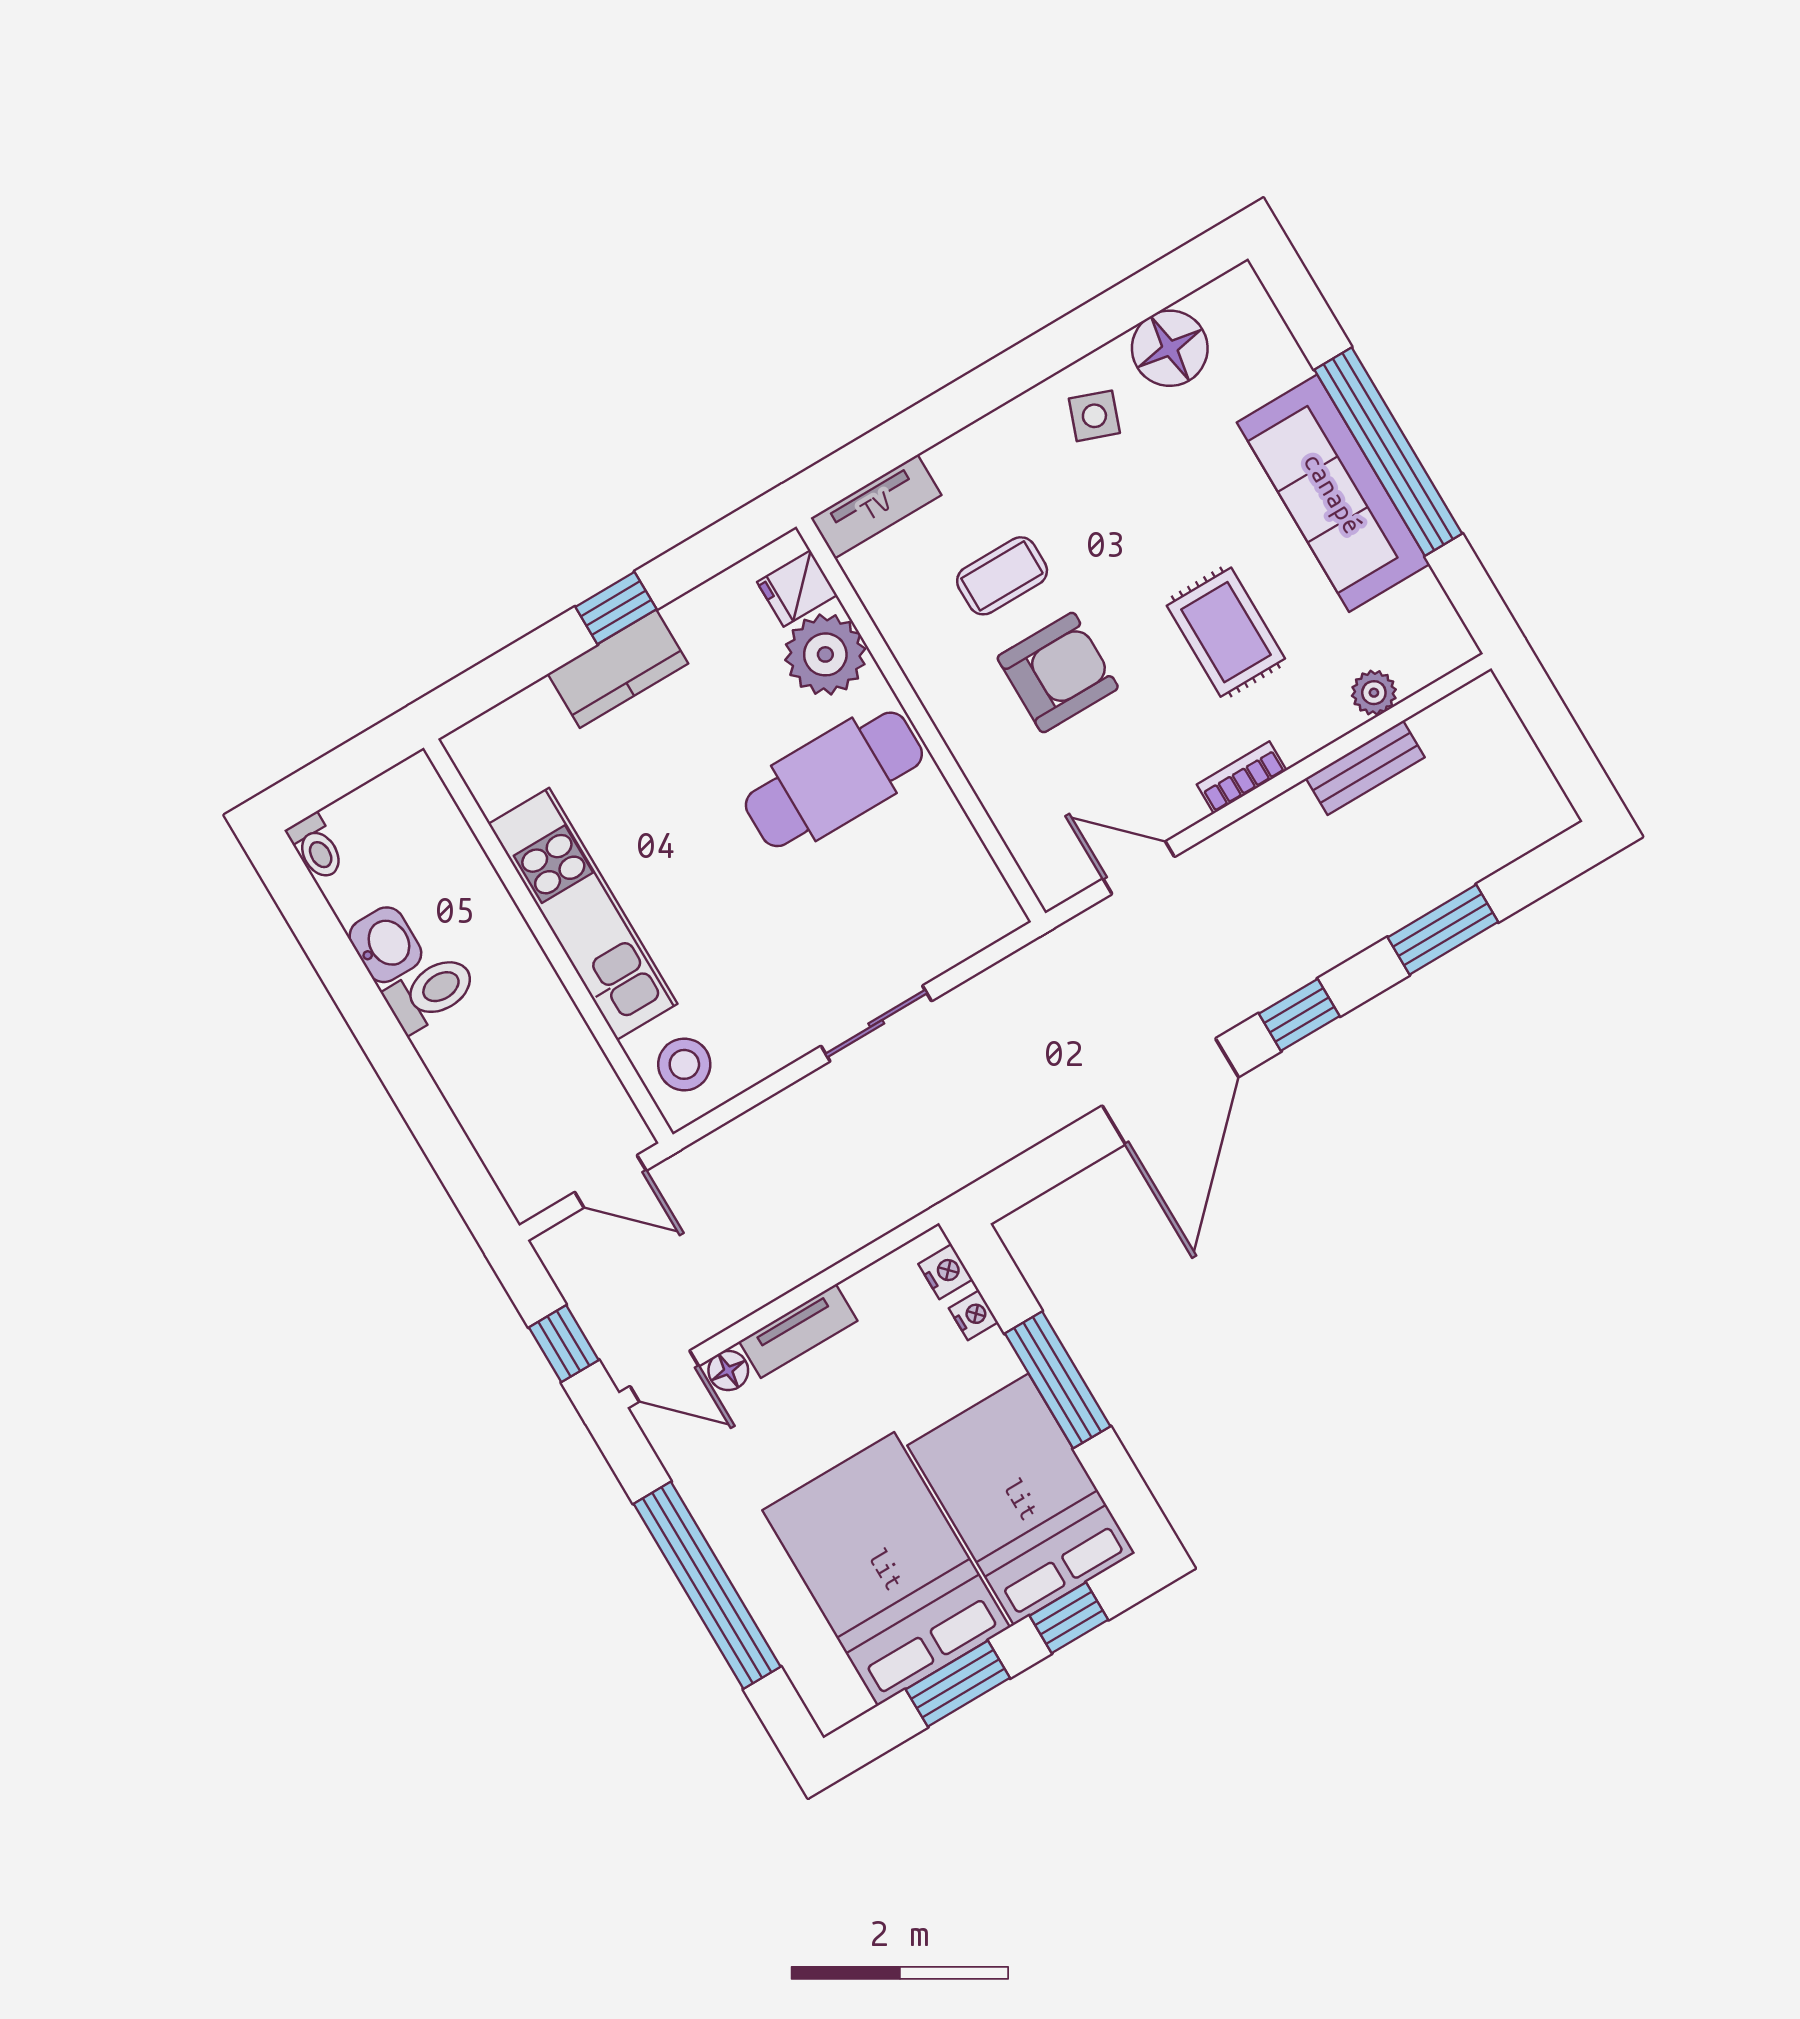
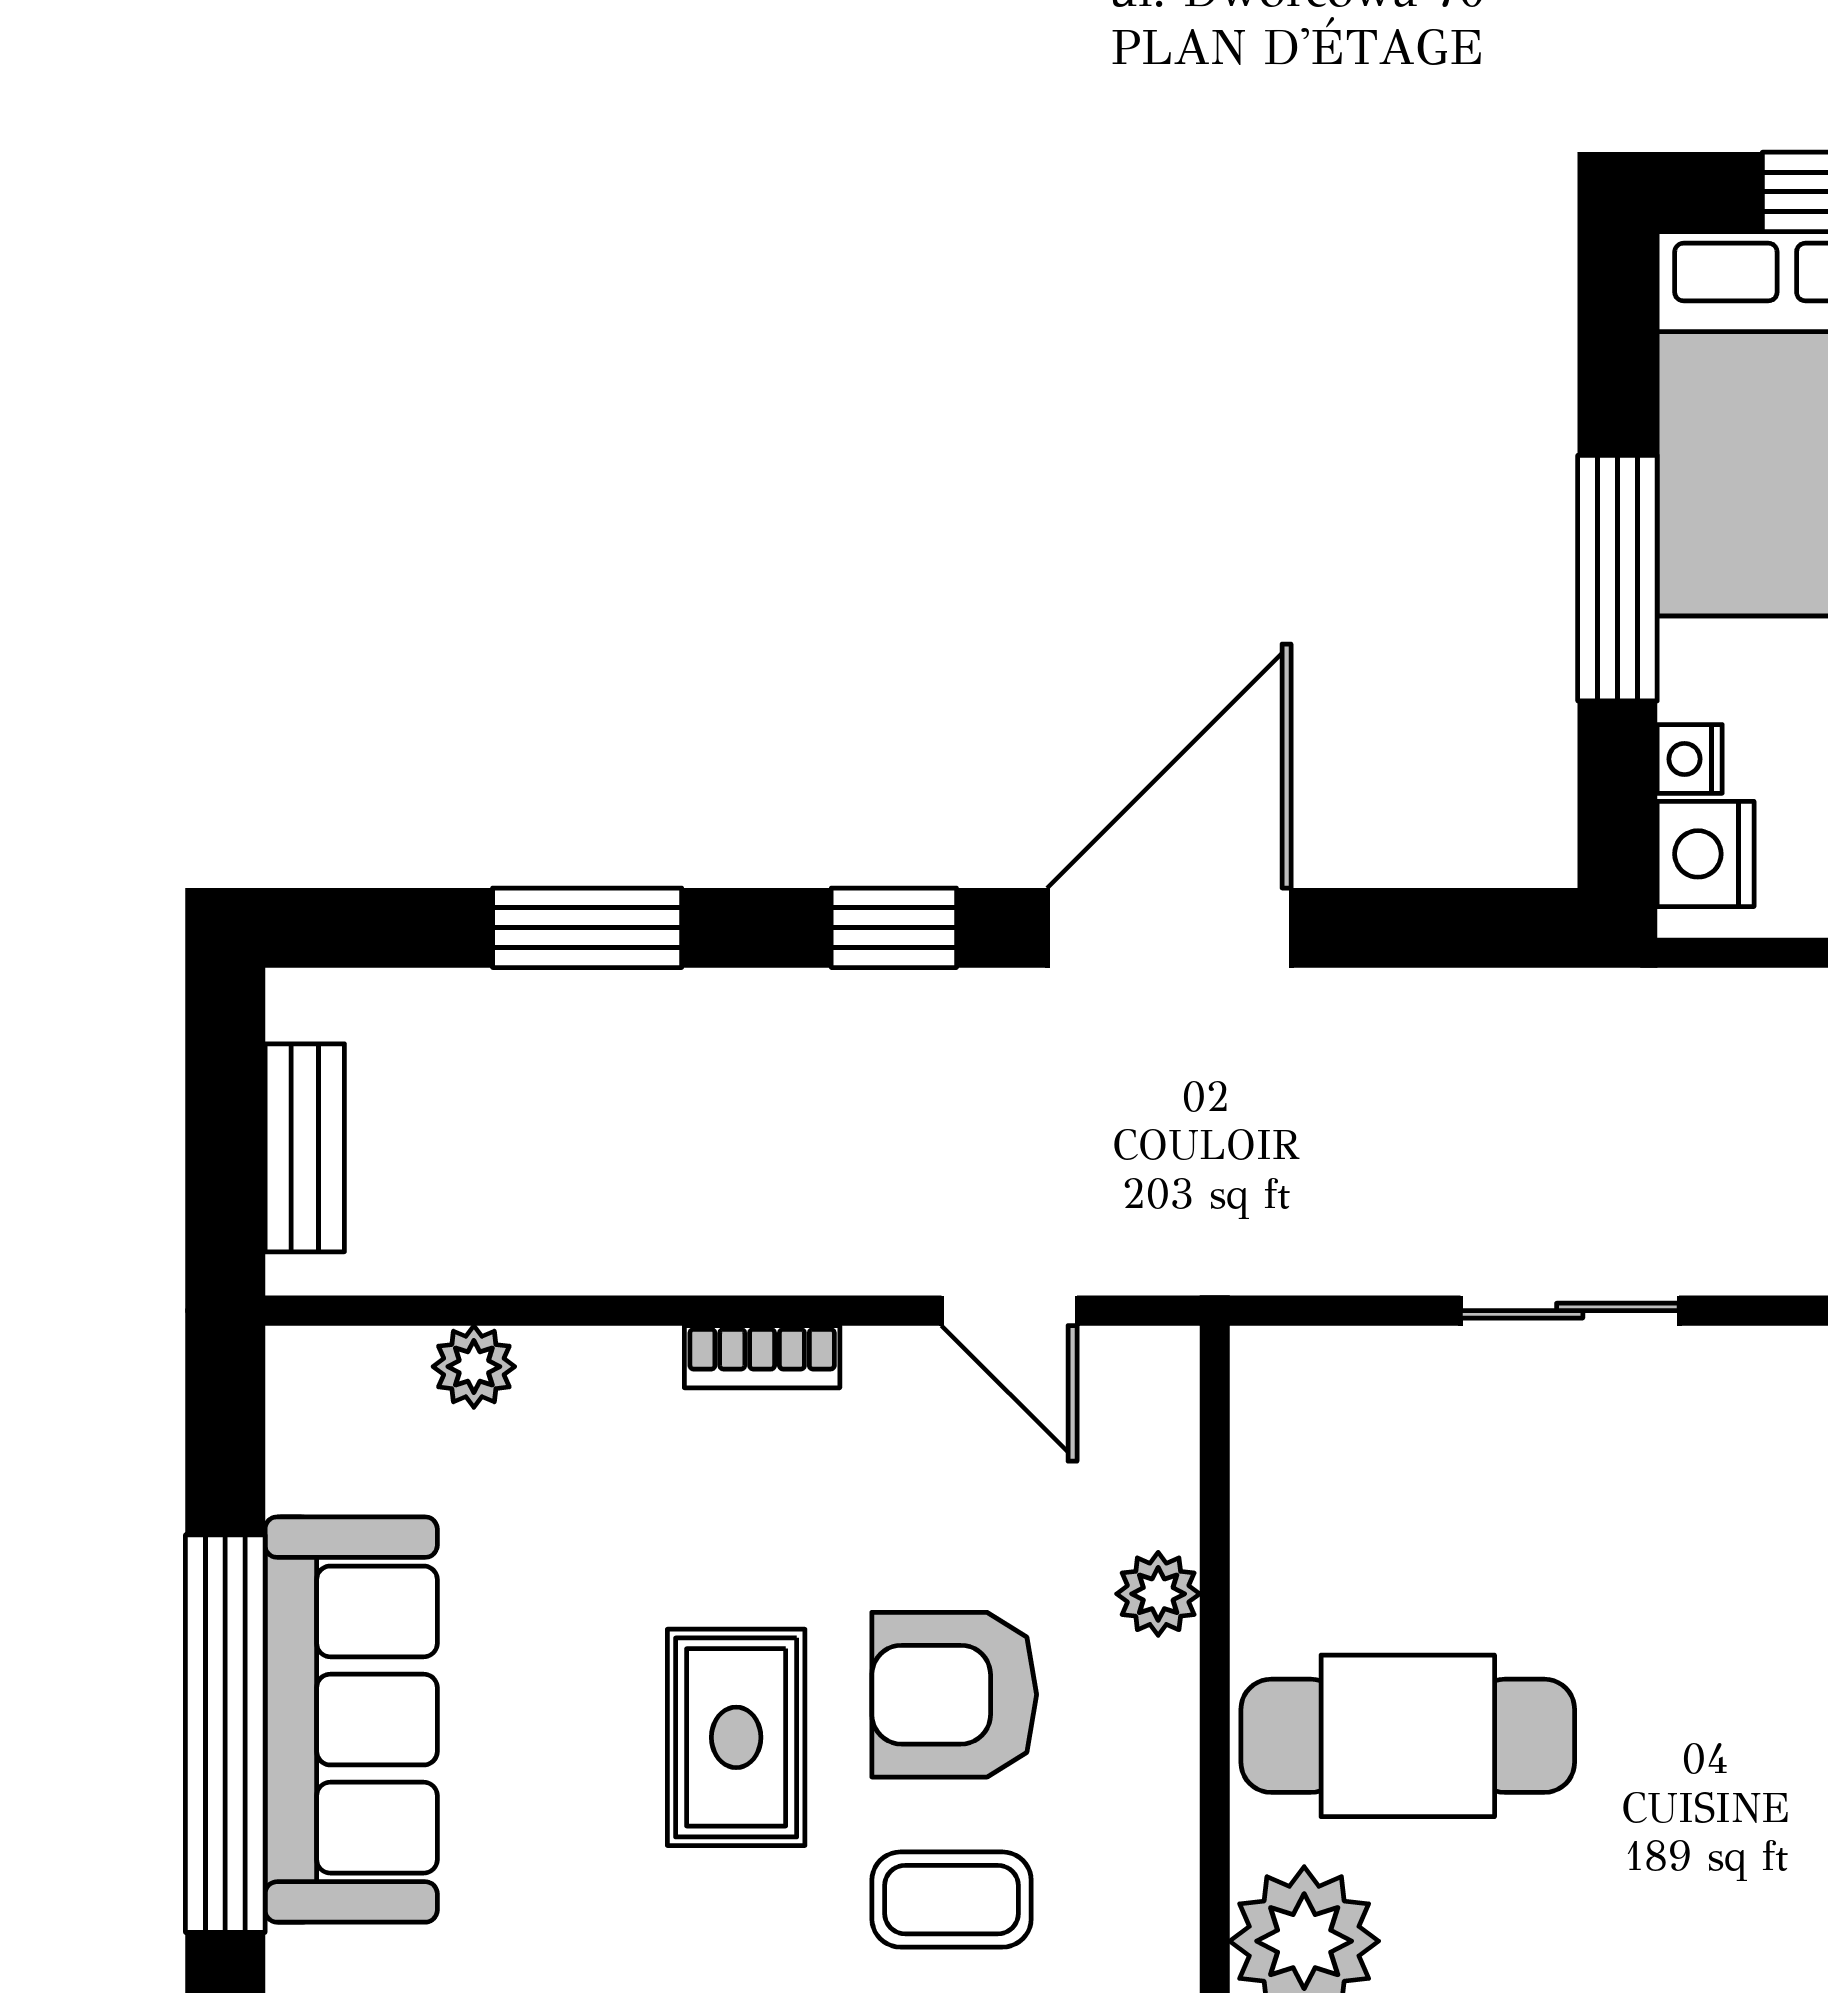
rug: (1226, 632) -> (736, 1737), moved
bench: (1365, 768) -> (305, 1148), moved, turned 90
plant: (990, 776) -> (1158, 1594), added
nightstand: (946, 1272) -> (1706, 854), width x1.39, depth x1.35

